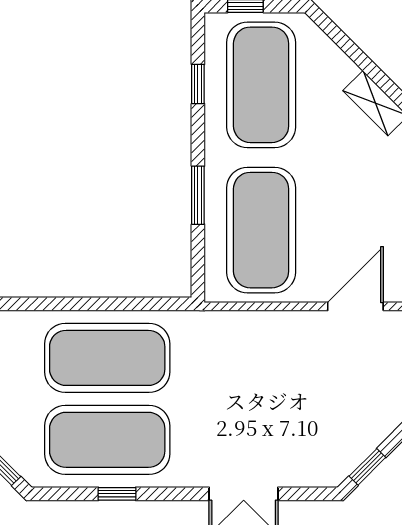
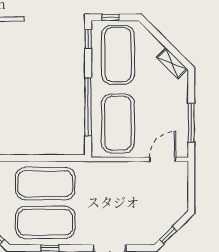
window: (198, 84) -> (88, 39), moved
window: (198, 195) -> (88, 107), width x2.11

